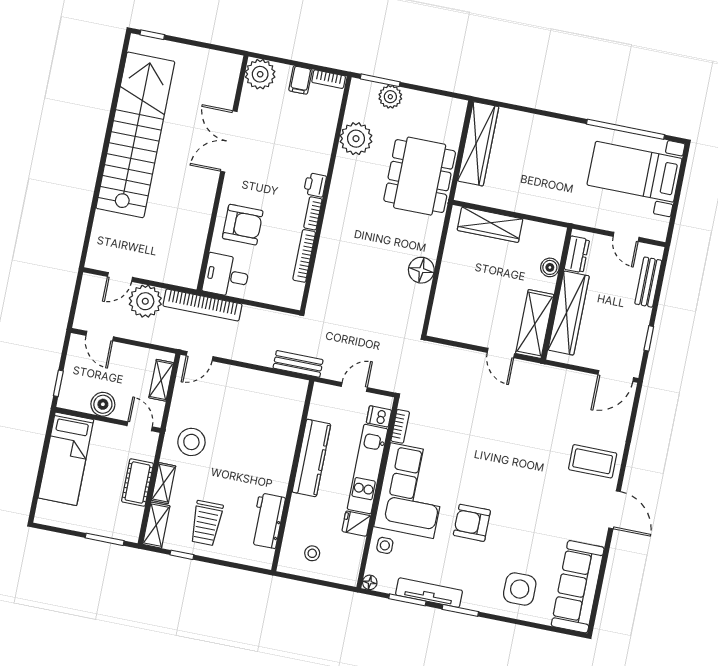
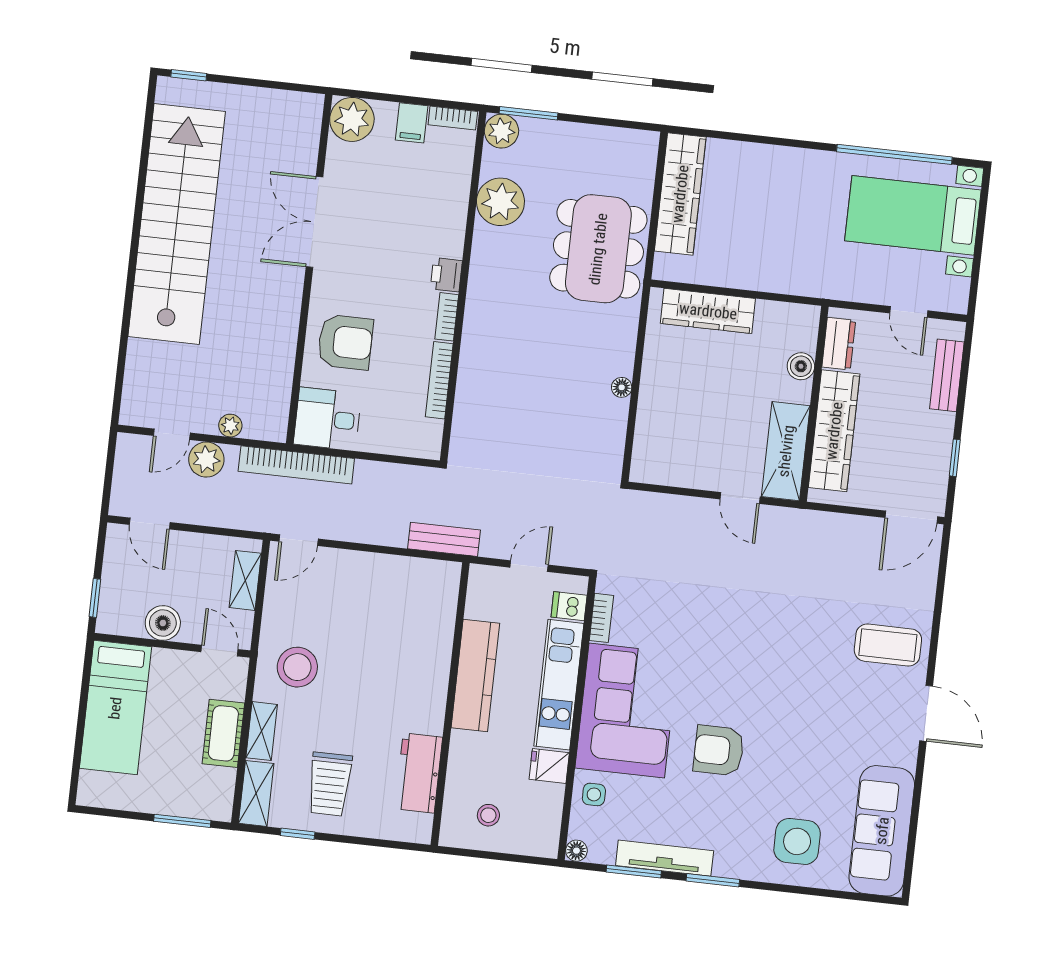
plant: (390, 97) -> (501, 131), moved
floor lamp: (421, 270) -> (622, 387), width x0.53, depth x0.53
plant: (160, 274) -> (230, 426), added
plant: (145, 301) -> (206, 460), width x0.73, depth x0.73

